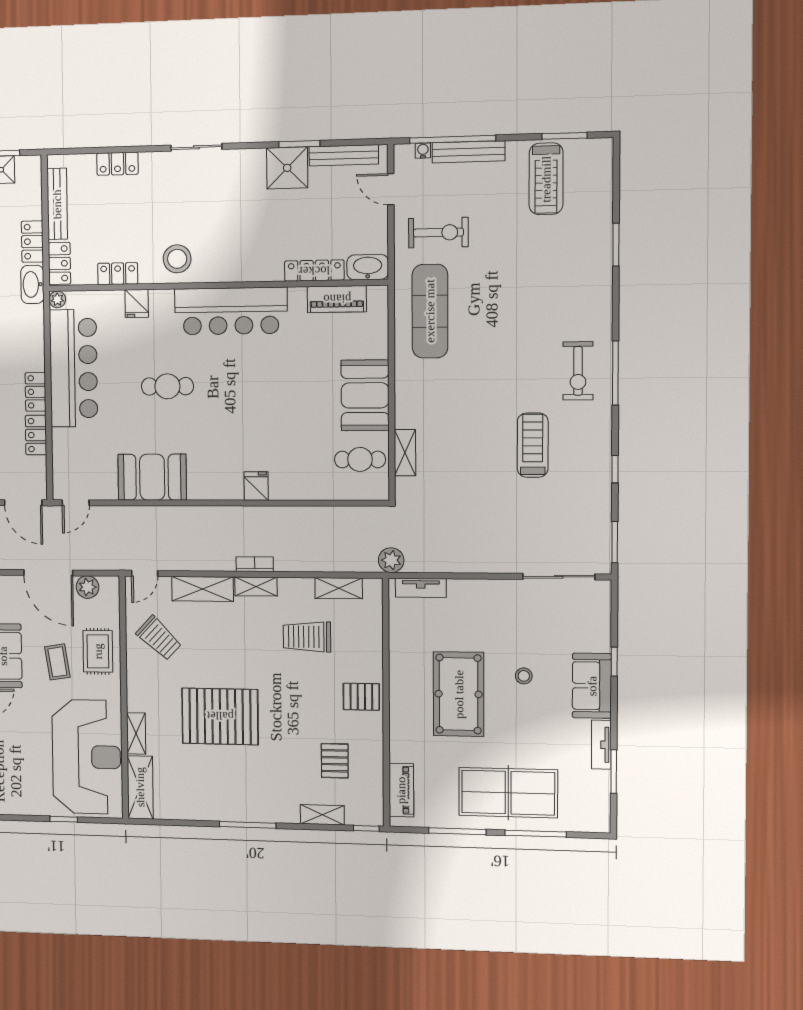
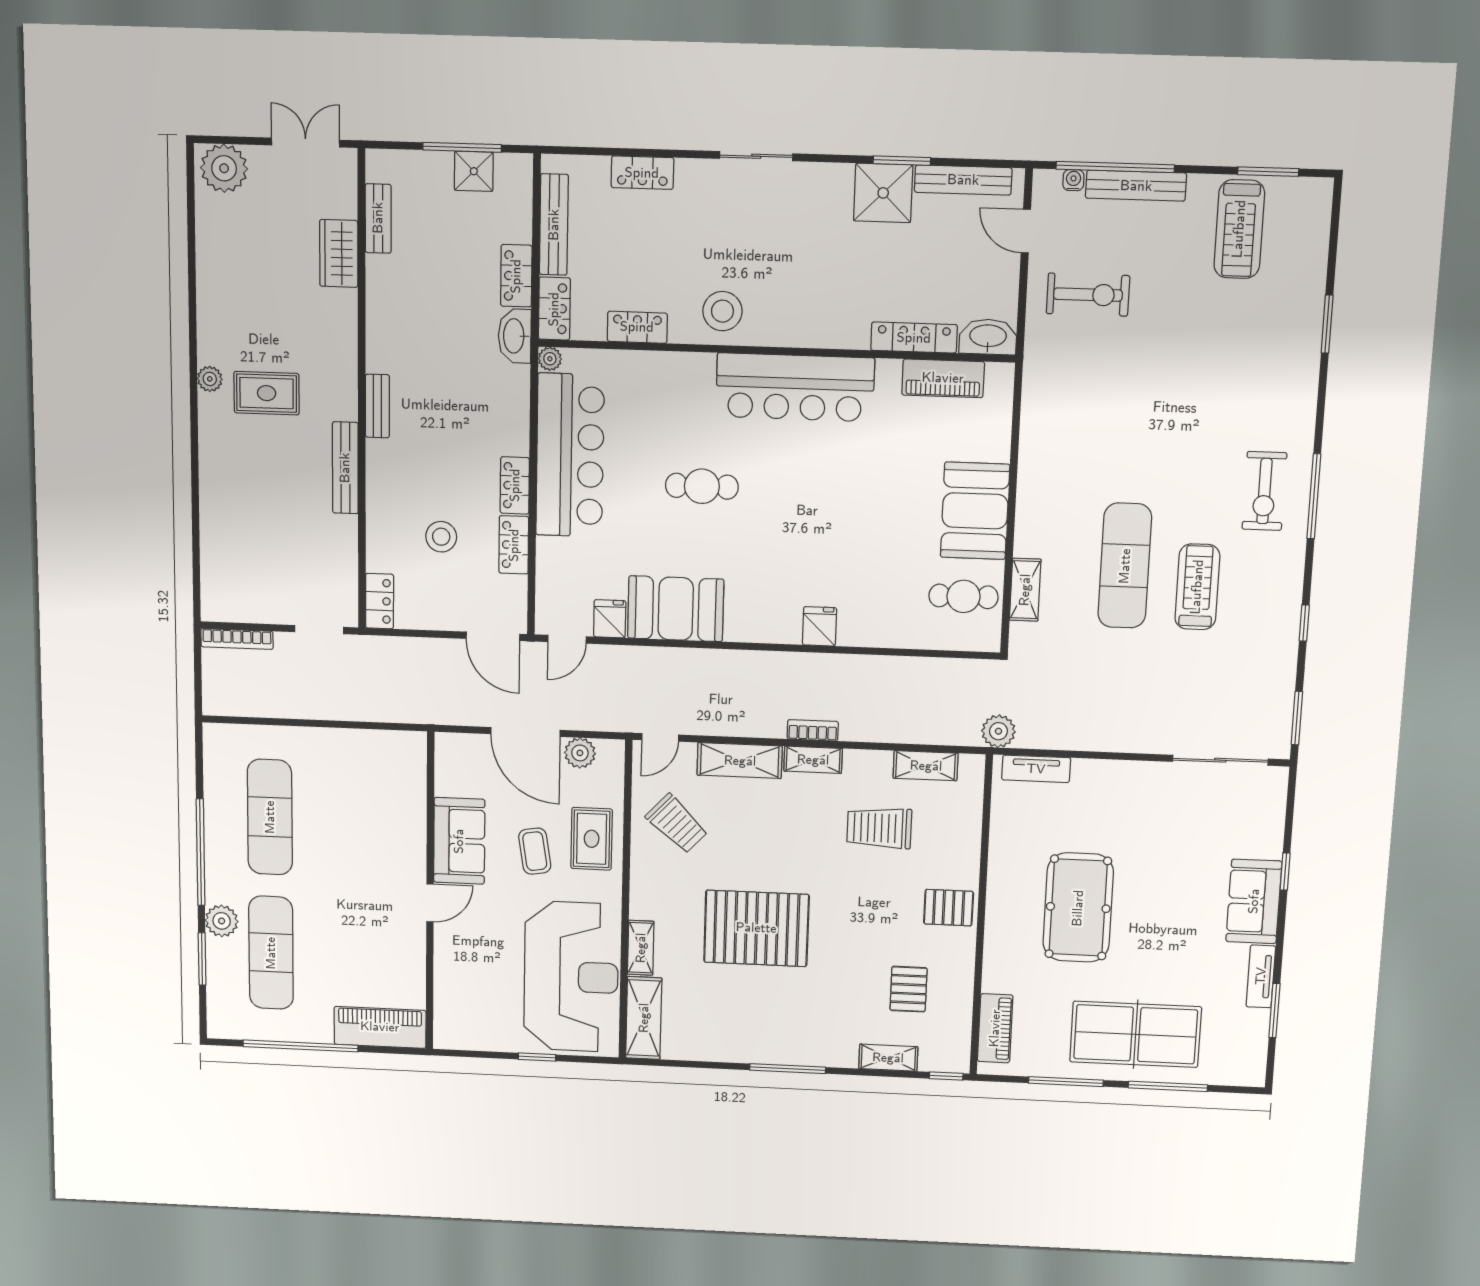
fridge: (137, 303) -> (610, 619), moved, turned 180
exercise mat: (430, 311) -> (1125, 566), moved
stool: (524, 676) -> (1166, 887), removed

